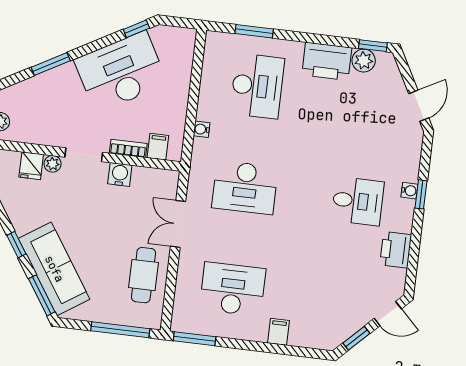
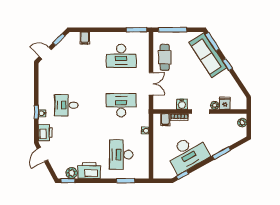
printer: (396, 250) -> (45, 133), moved
filing cabinet: (278, 332) -> (85, 38), moved

